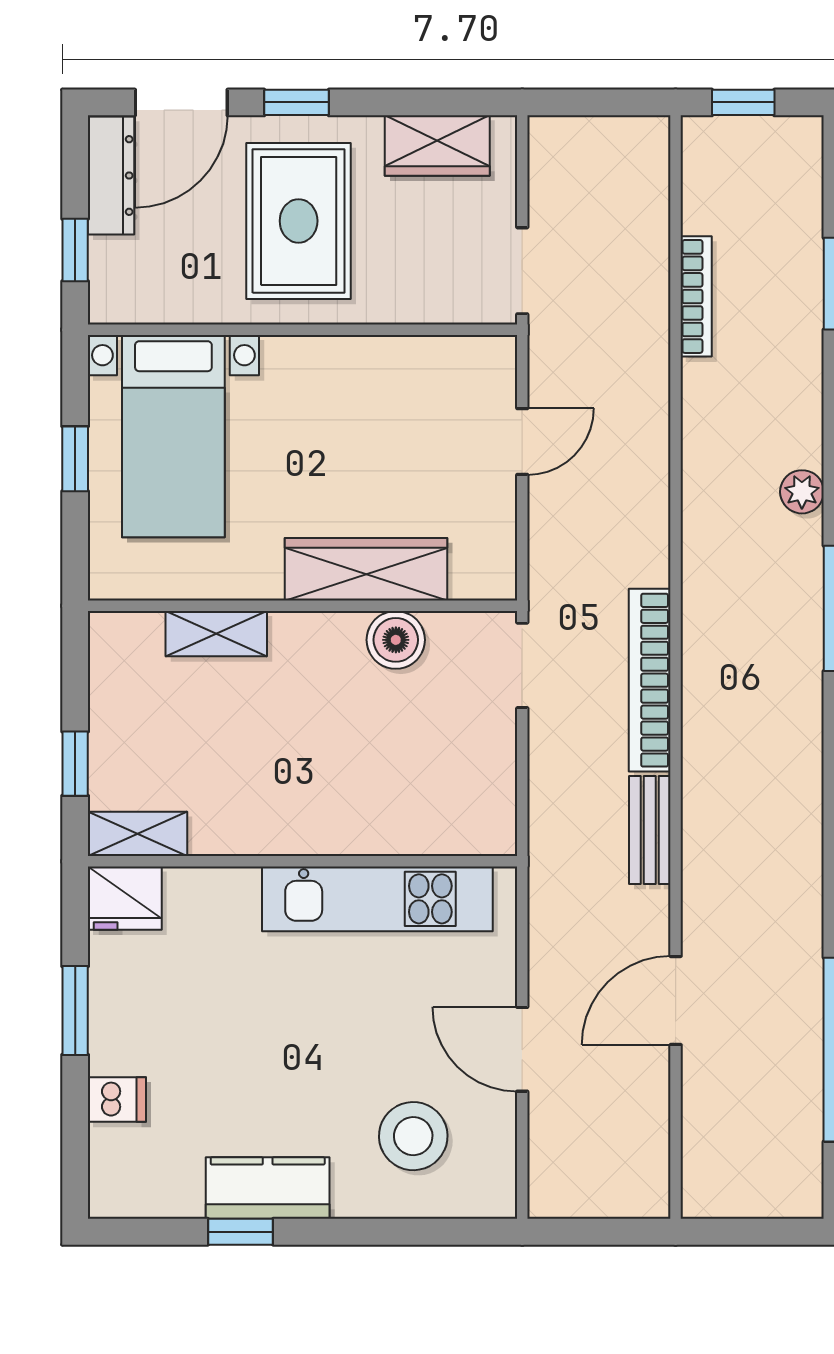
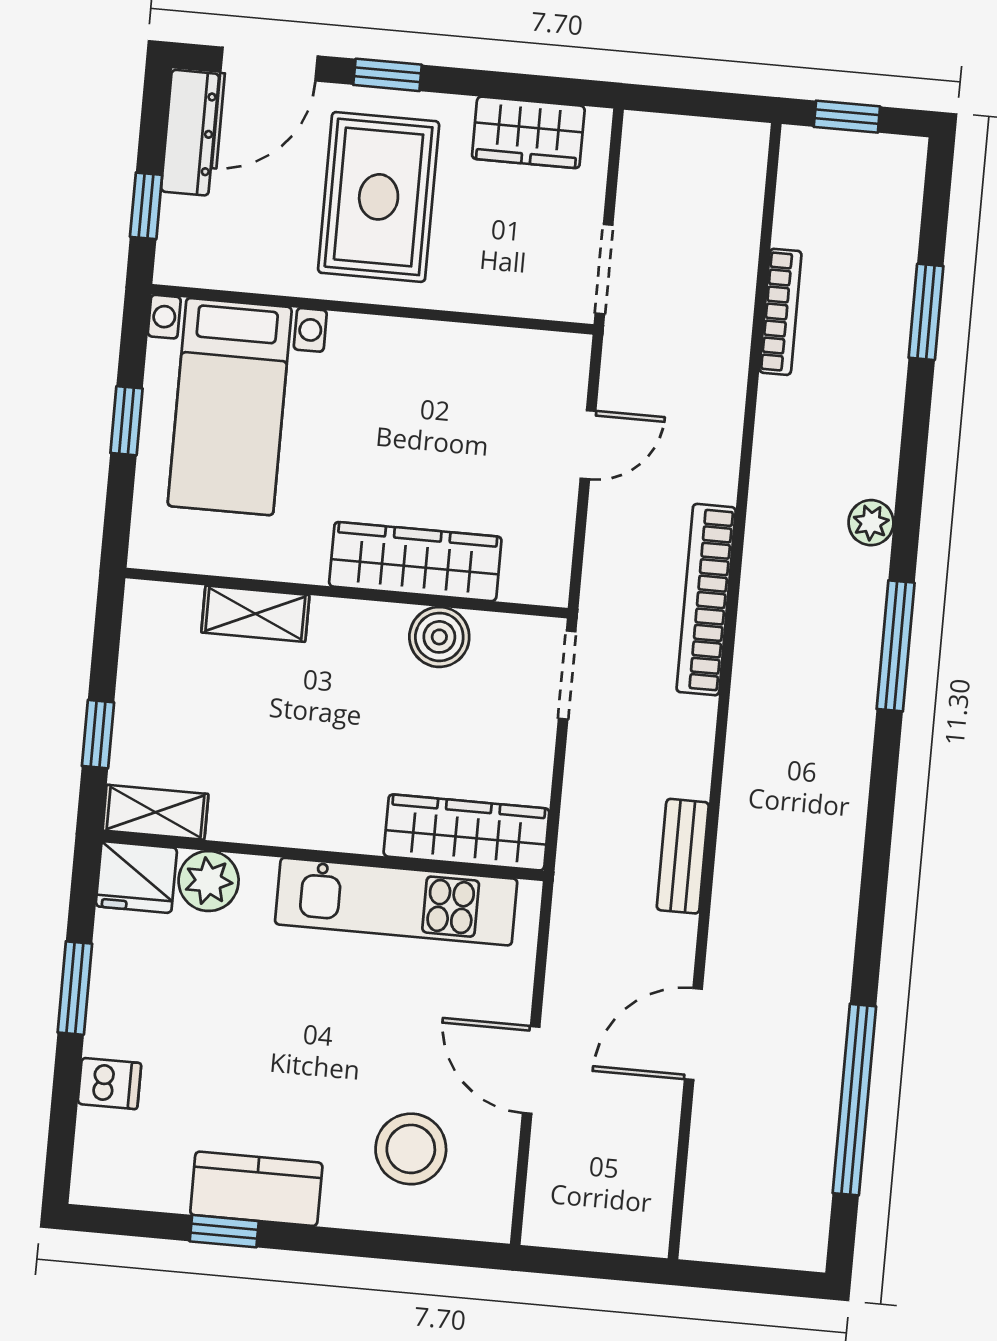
bookcase: (650, 680) -> (706, 600), moved
wardrobe: (439, 826) -> (466, 832), added
plant: (195, 895) -> (209, 881), added

